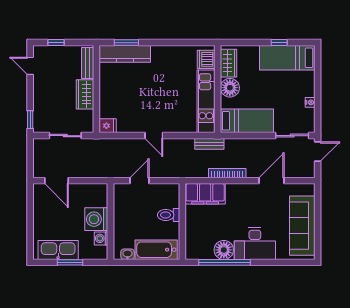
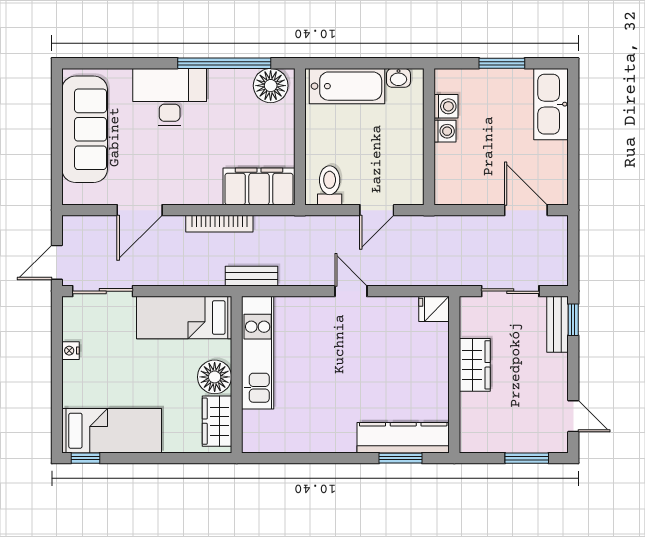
window: (56, 43) -> (527, 458), width x1.50
window: (279, 43) -> (85, 458), moved
dishwasher: (206, 59) -> (257, 428), removed
bench: (88, 63) -> (557, 324), moved
toilet: (169, 215) -> (330, 185), moved, turned -90
washing machine: (96, 219) -> (445, 131), width x0.53, depth x0.53
kitchen sink: (58, 250) -> (551, 104), moved, turned 90
floor lamp: (224, 250) -> (271, 86), moved

